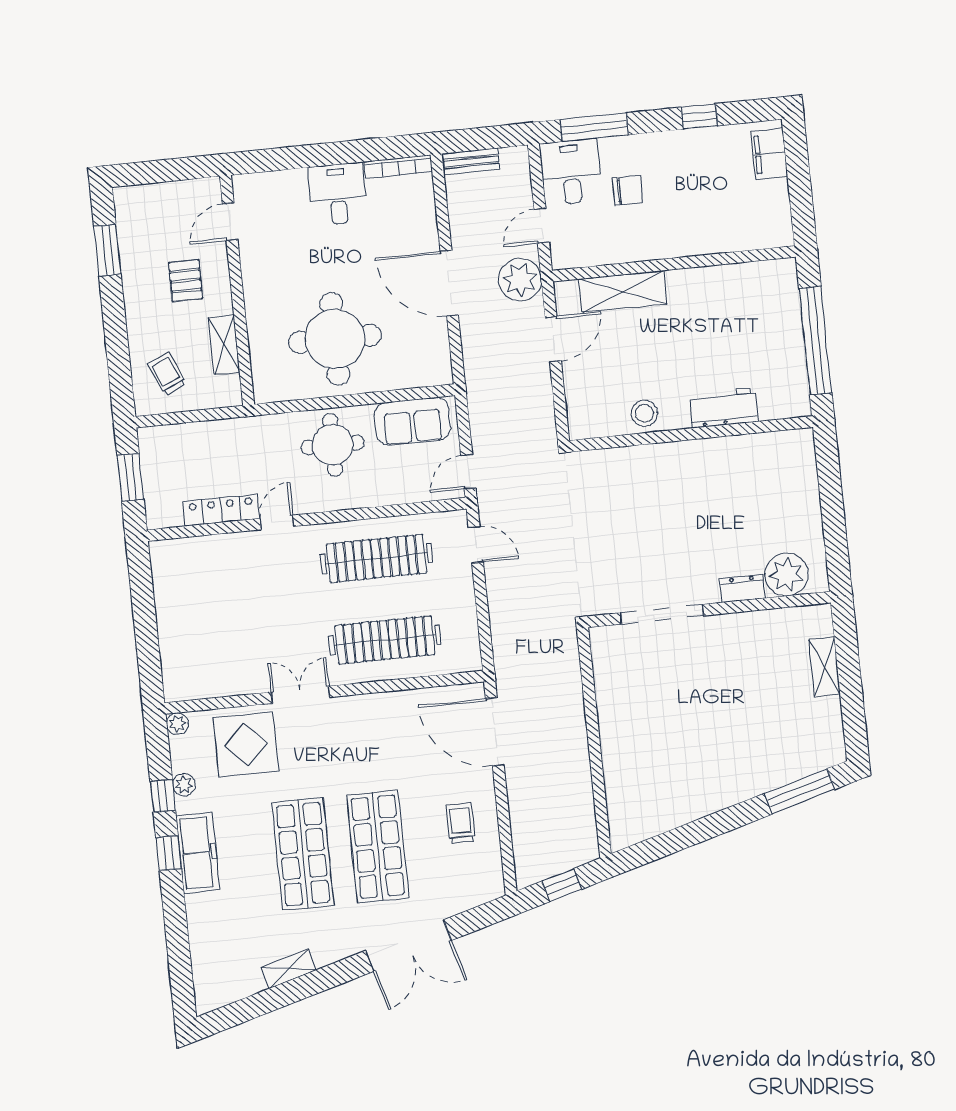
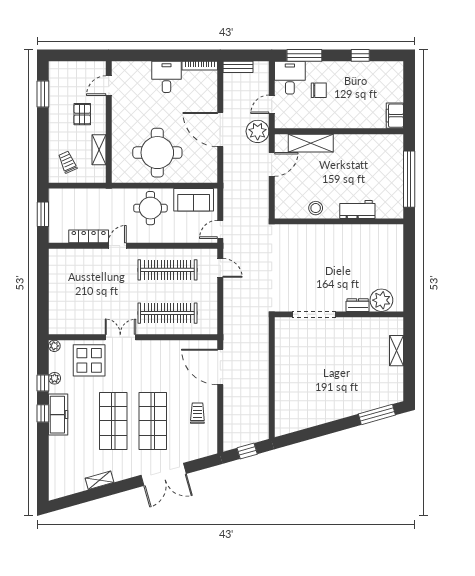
filing cabinet: (769, 154) -> (395, 116), moved

